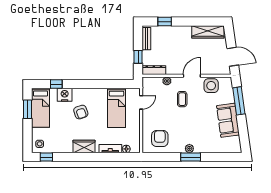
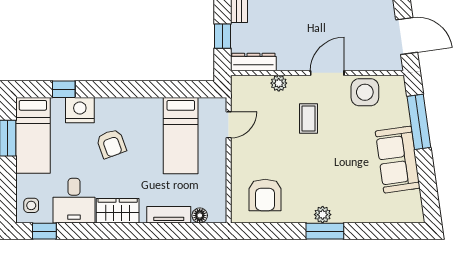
armchair: (160, 138) -> (265, 195), turned 180
desk: (62, 141) -> (74, 201), added

